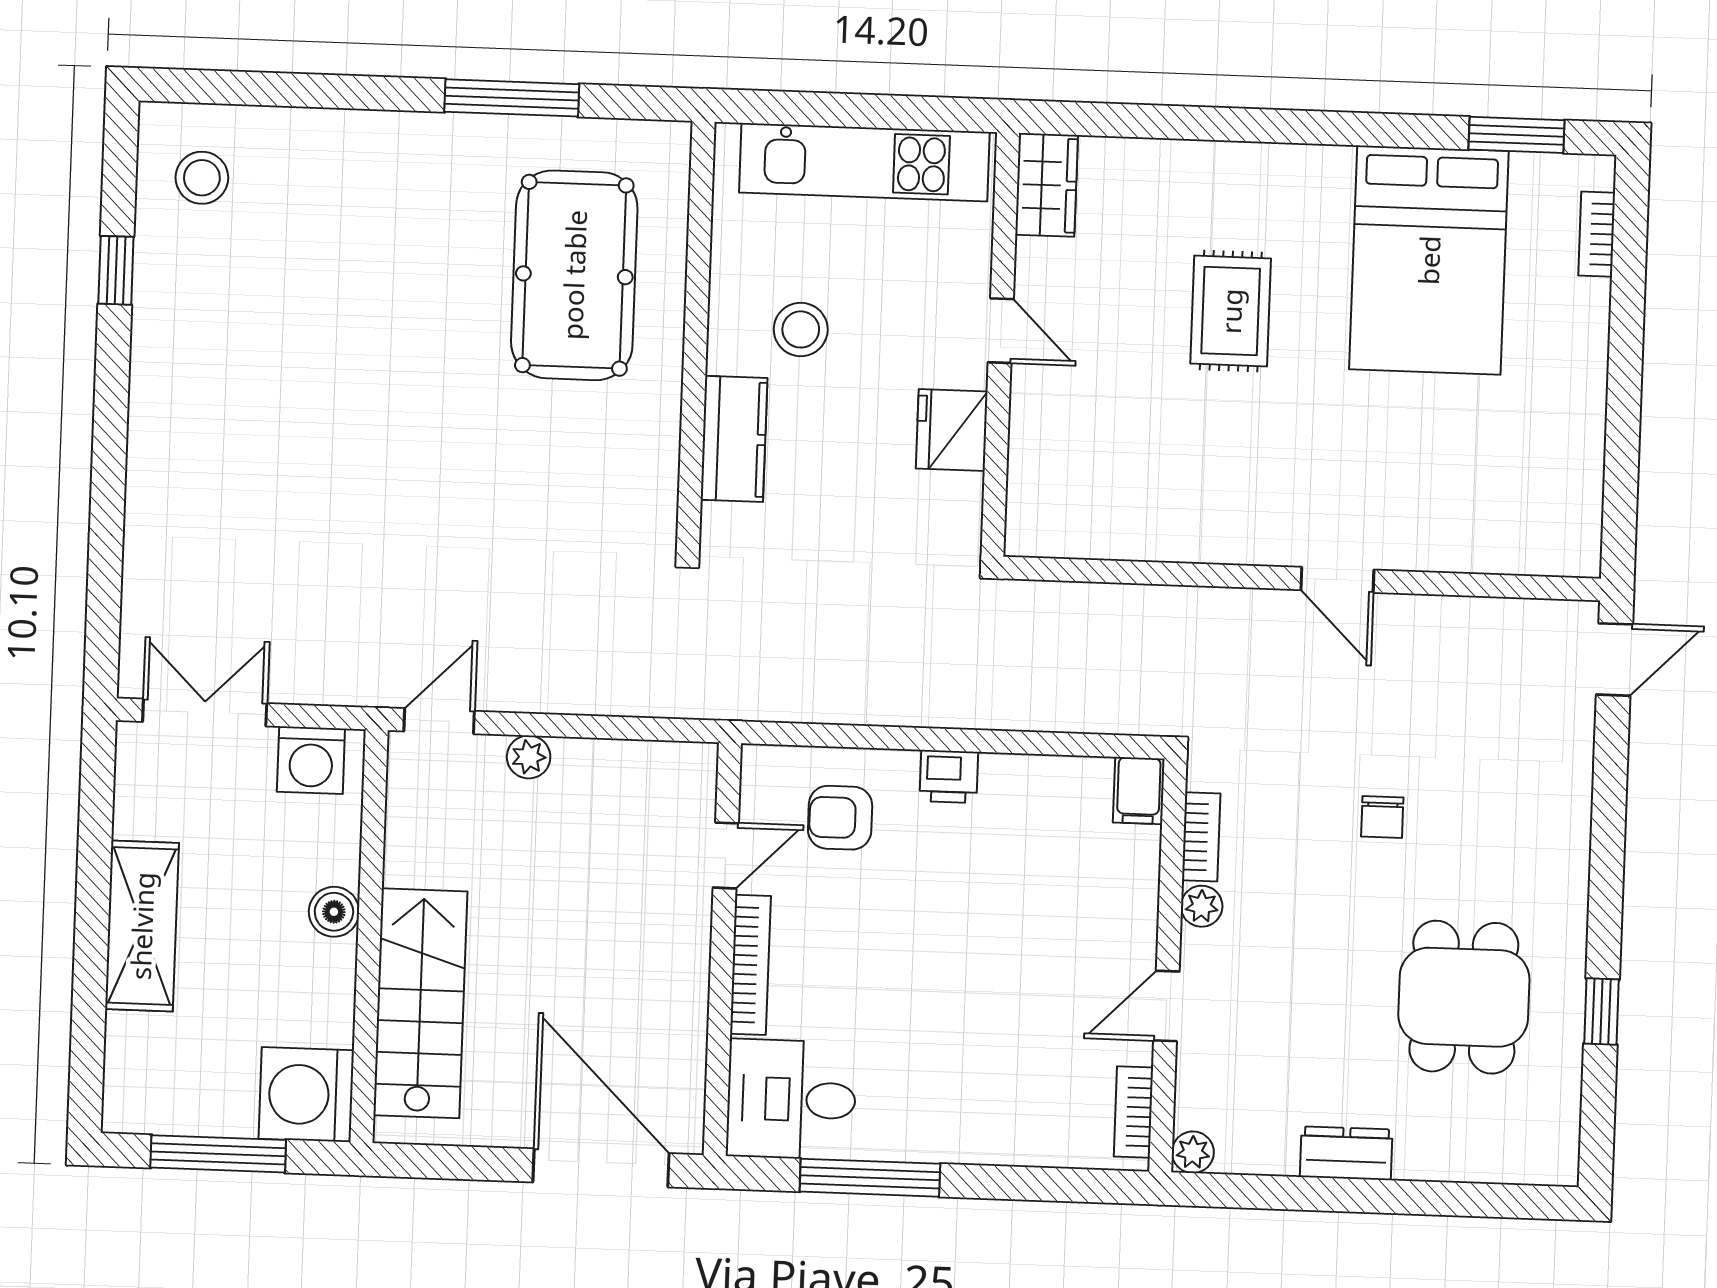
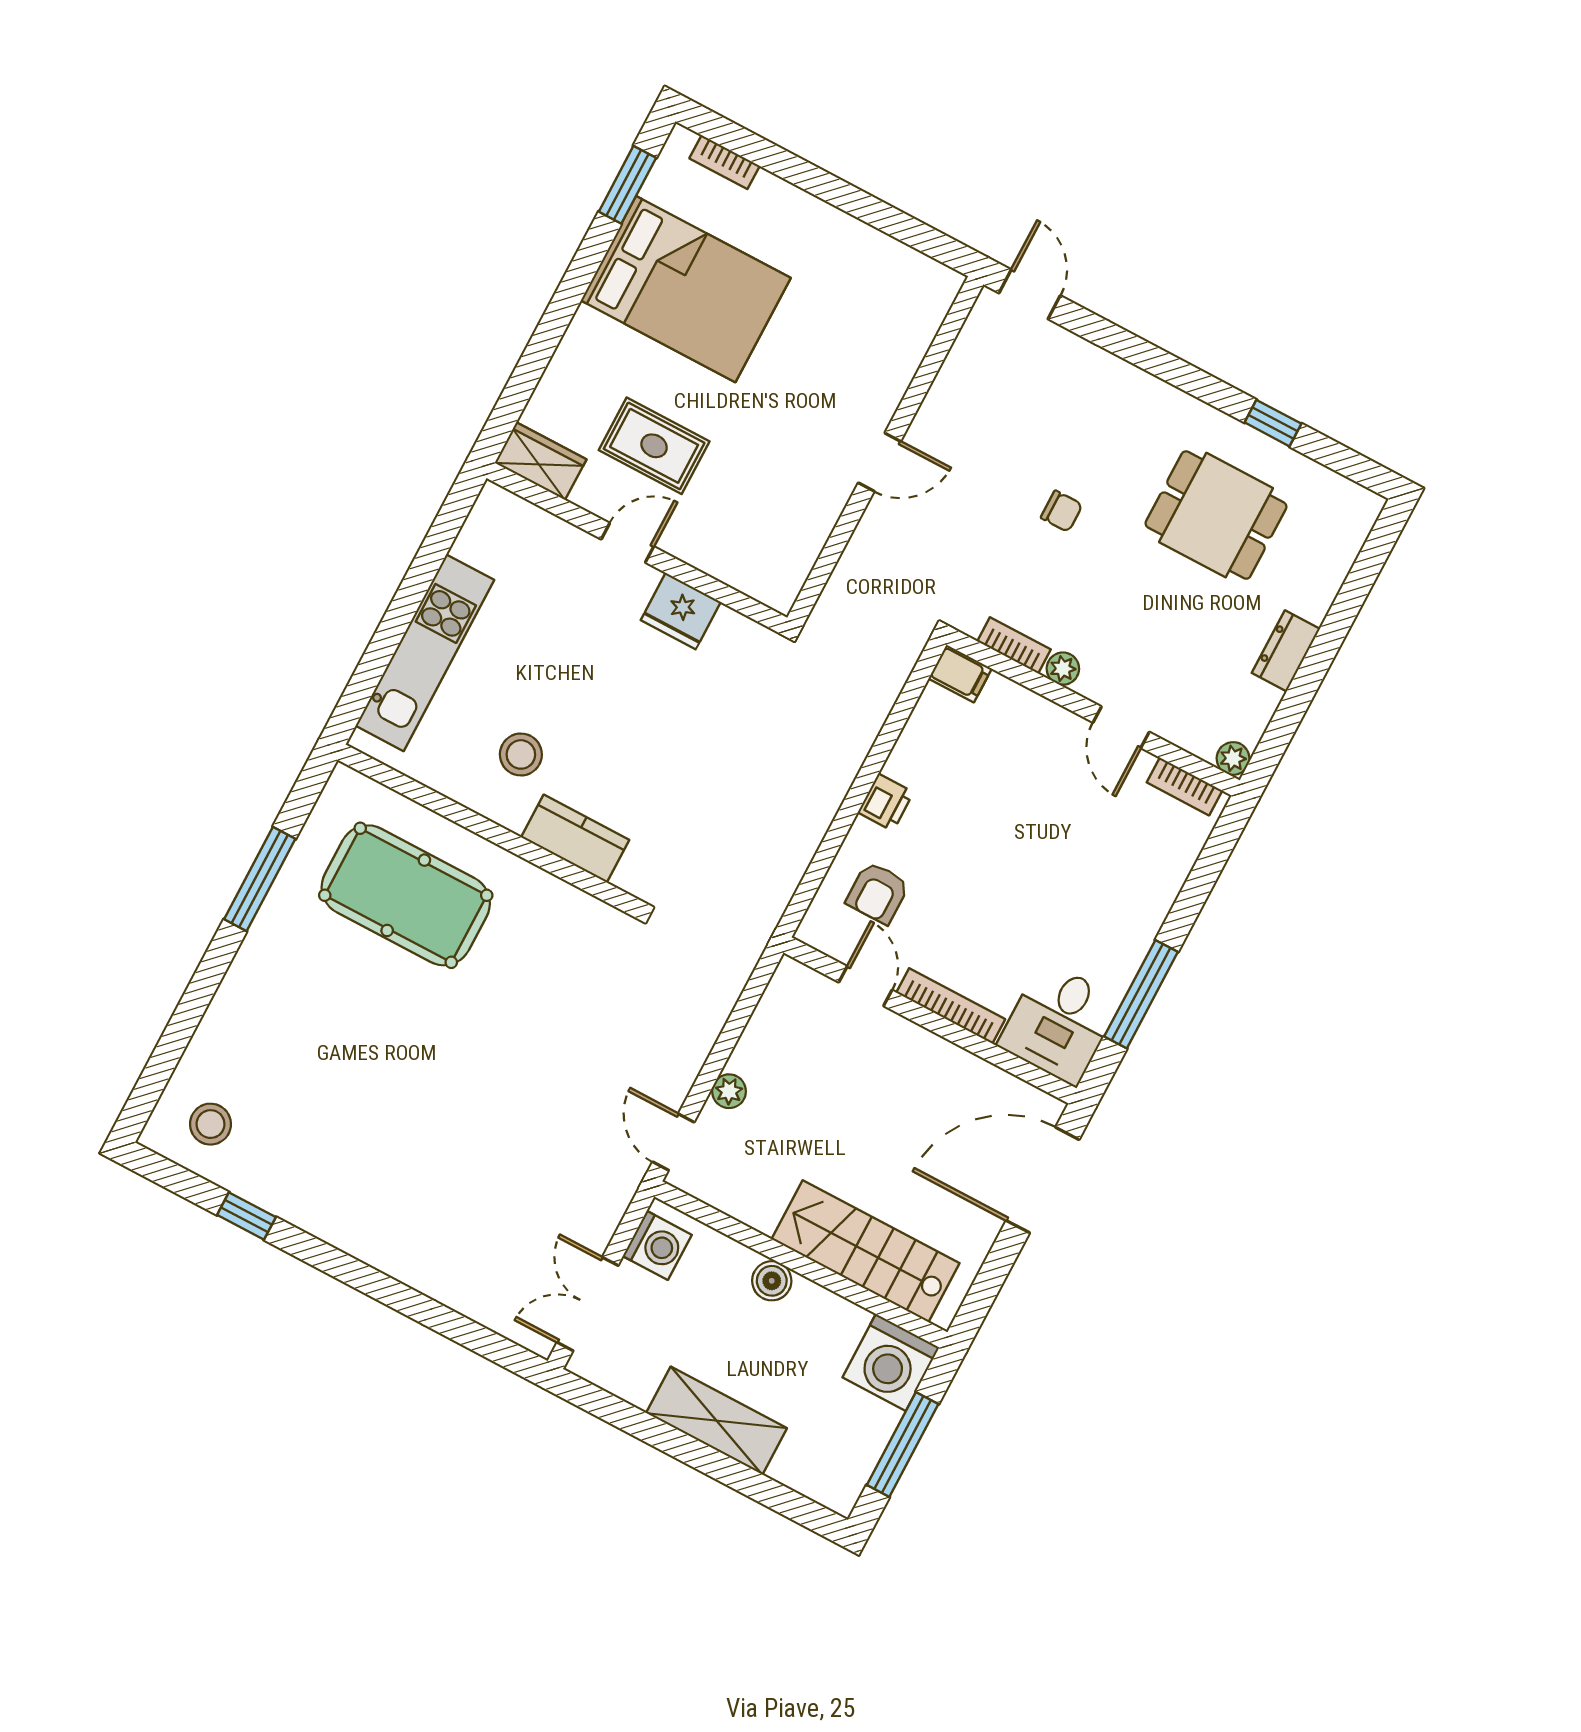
wardrobe: (1047, 185) -> (541, 461), moved
door: (1001, 331) -> (627, 543), moved
wall: (1000, 344) -> (637, 548), moved
fridge: (952, 430) -> (681, 611), moved

